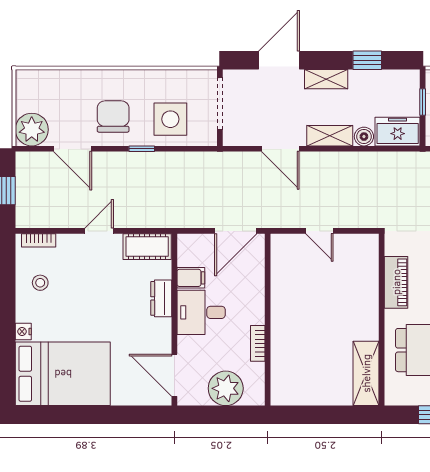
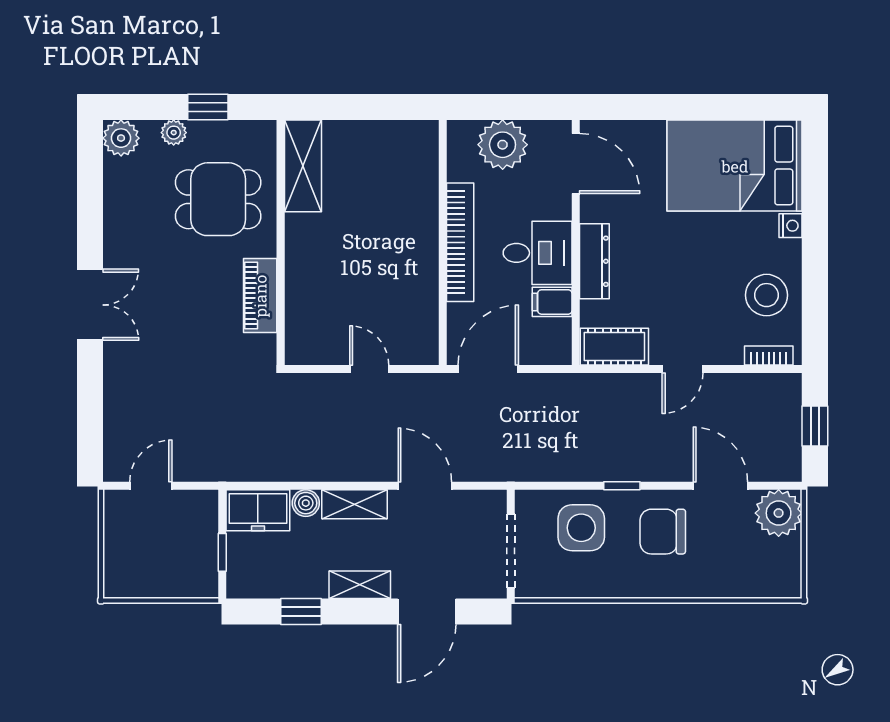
chair: (113, 117) -> (663, 532), turned 90
stool: (40, 283) -> (767, 295), width x1.89, depth x1.89
dresser: (161, 298) -> (594, 261), width x1.44
bookcase: (258, 343) -> (460, 242), width x2.31, depth x1.31

